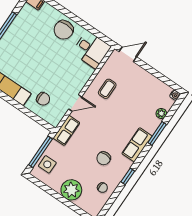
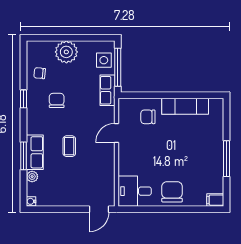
coffee table: (107, 89) -> (69, 146), moved
row of seats: (66, 130) -> (107, 90), moved
row of seats: (137, 145) -> (35, 152), moved

